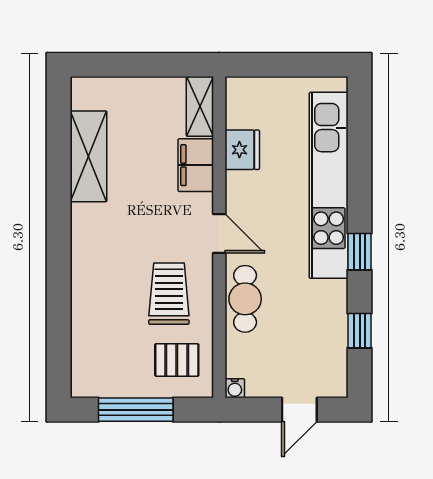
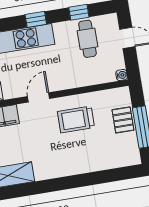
cafe table: (245, 299) -> (87, 39), moved, turned 90
pallet: (177, 360) -> (123, 120), moved

